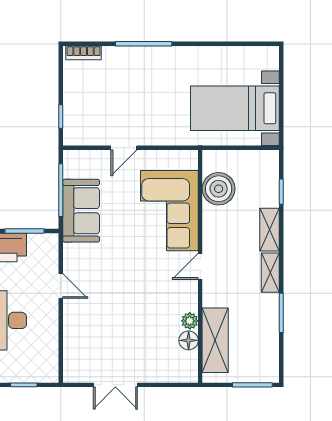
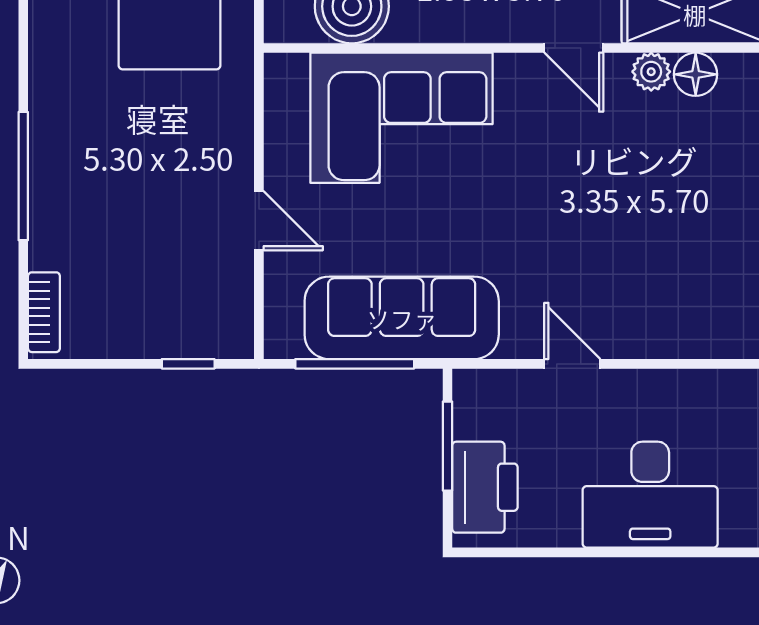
sofa: (81, 211) -> (402, 318), width x1.36
door: (200, 266) -> (574, 48), moved
door: (61, 286) -> (572, 364), hinge flipped

